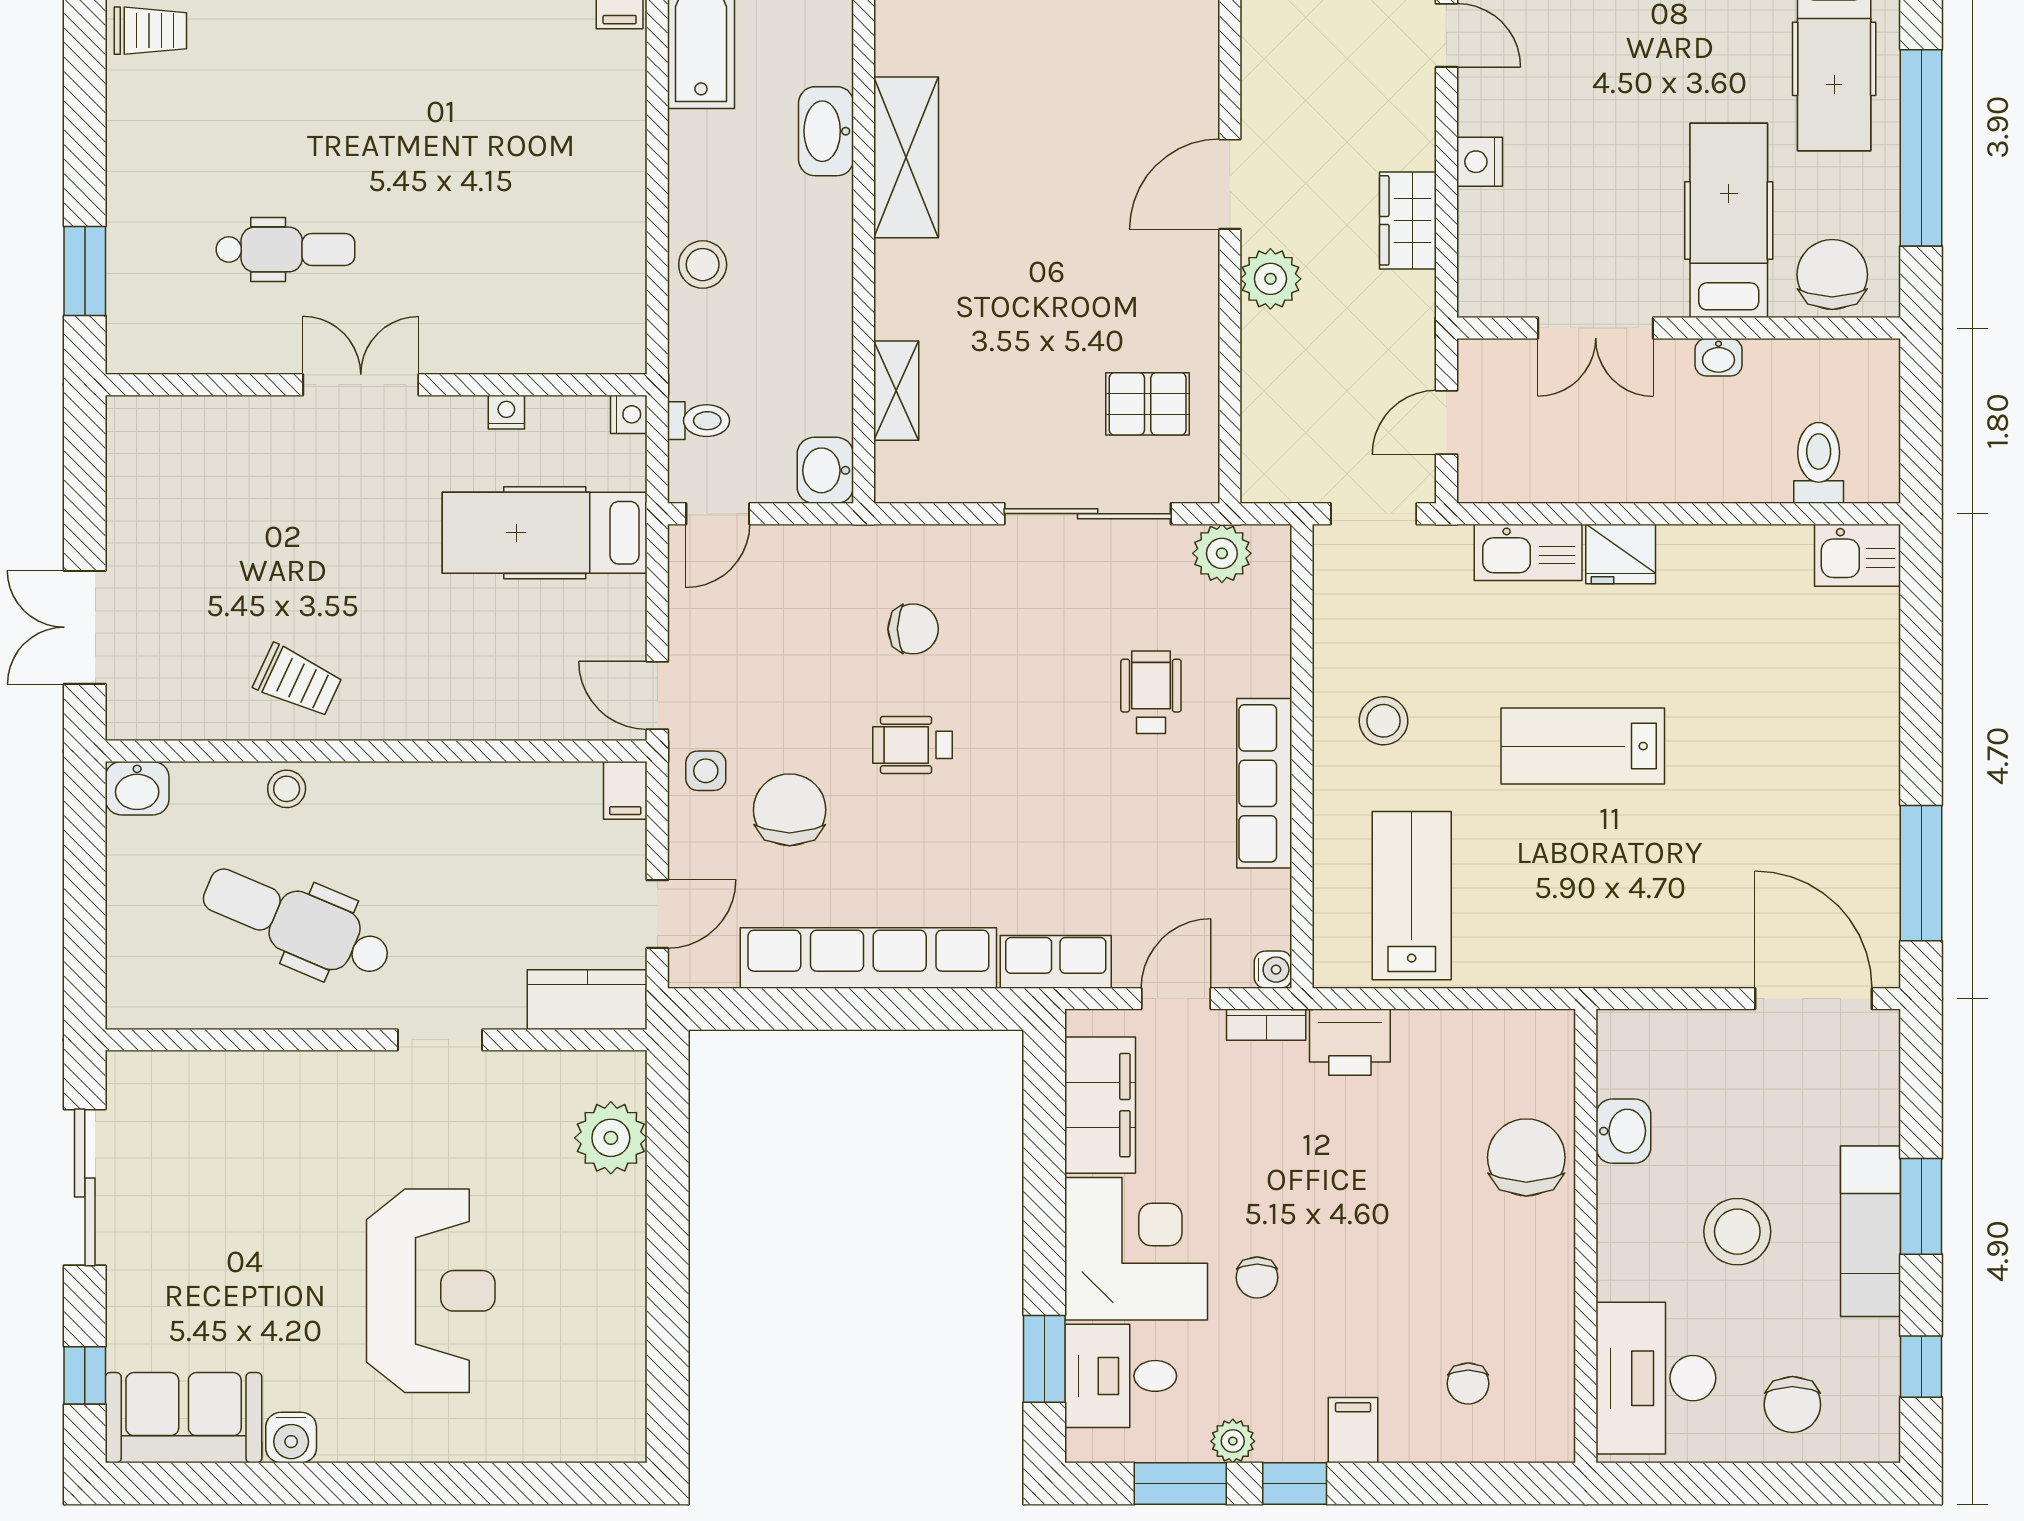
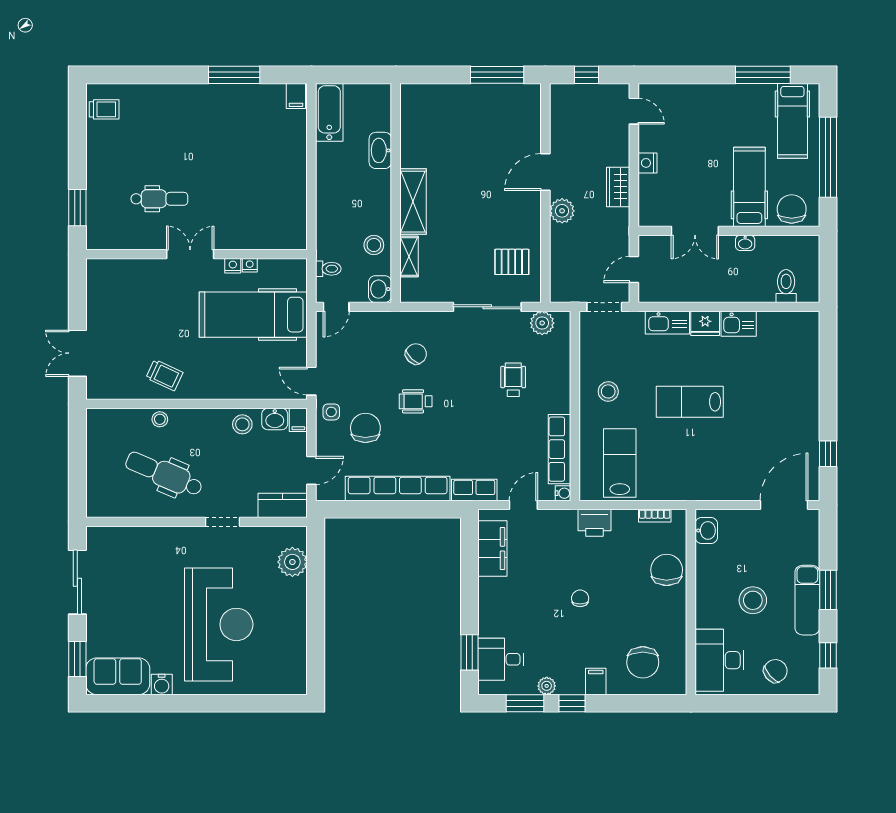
shelving: (906, 157) -> (413, 202), moved
stool: (703, 265) -> (374, 245), moved
nightstand: (629, 414) -> (233, 266), moved, turned -90
hospital bed: (545, 533) -> (253, 315), width x1.37, depth x1.29
kitchen sink: (1857, 555) -> (739, 324), moved
chair: (913, 629) -> (416, 354), turned -46
row of seats: (1264, 783) -> (559, 449), moved
washbasin: (137, 788) -> (275, 419), moved
stool: (488, 801) -> (242, 424), added
window: (1921, 873) -> (828, 454), width x0.46
door: (1814, 999) -> (784, 505), hinge flipped
bookcase: (1266, 1025) -> (655, 516), moved
washbasin: (1623, 1131) -> (706, 530), moved
corner desk: (1136, 1249) -> (507, 607), removed
chair: (1257, 1277) -> (580, 598), moved, turned 180
reception desk: (431, 1291) -> (219, 624), width x1.36, depth x1.30
window: (85, 1375) -> (77, 659), width x1.50
chair: (1468, 1383) -> (643, 662), width x1.87, depth x1.87
chair: (1792, 1404) -> (775, 671), turned -131

